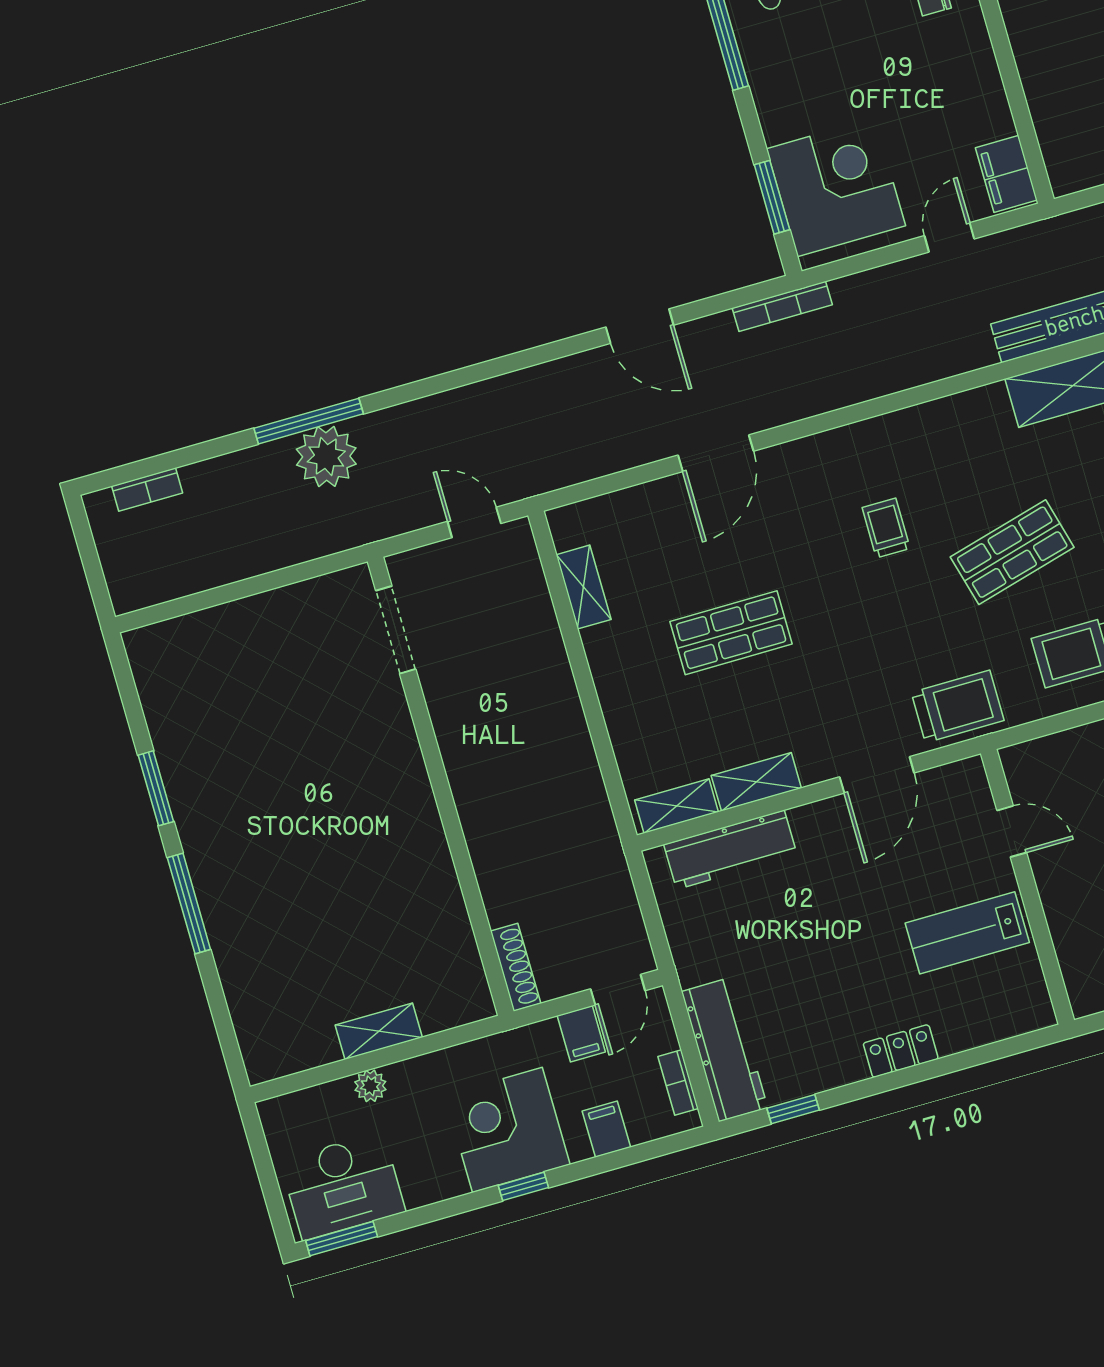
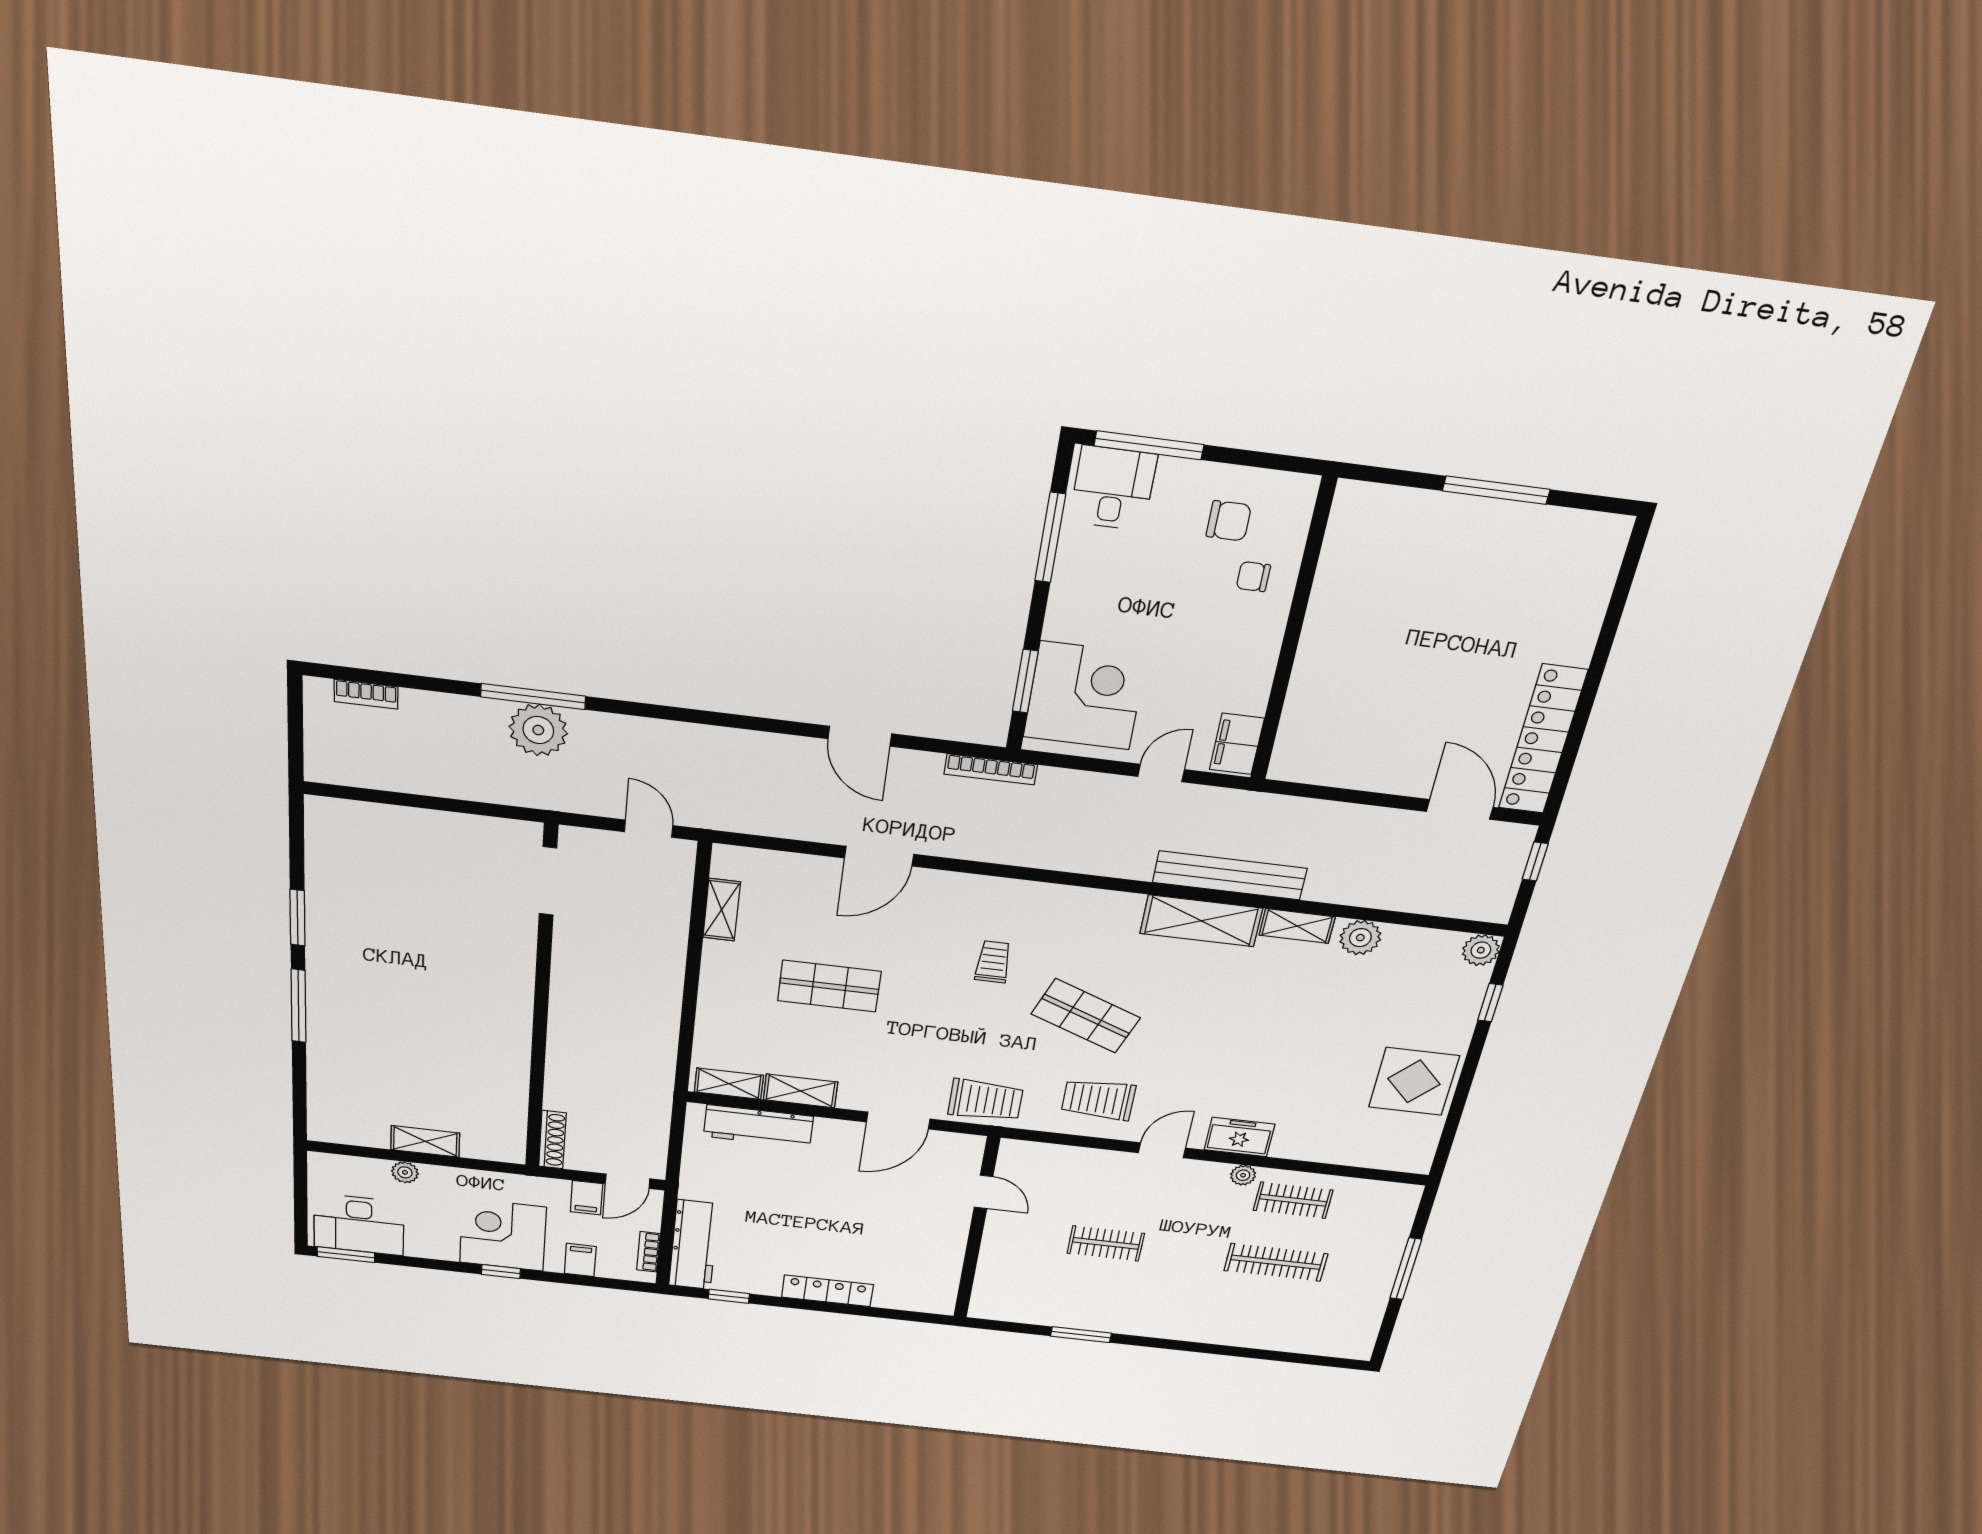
shop shelf: (1012, 552) -> (1086, 1016), turned 36
lab bench: (967, 933) -> (915, 1240), removed
locker: (901, 1051) -> (827, 1291), width x1.53

